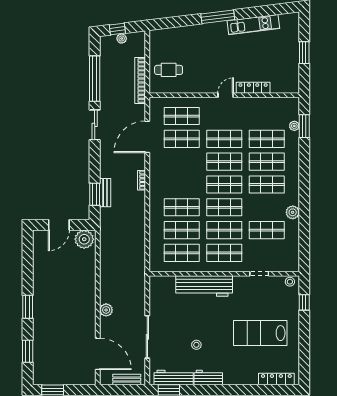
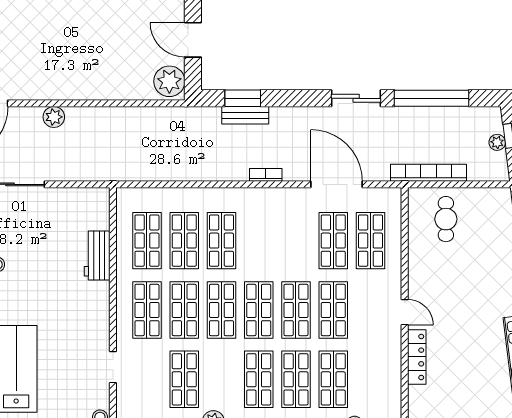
workbench: (204, 286) -> (97, 255), width x0.53, depth x0.76

